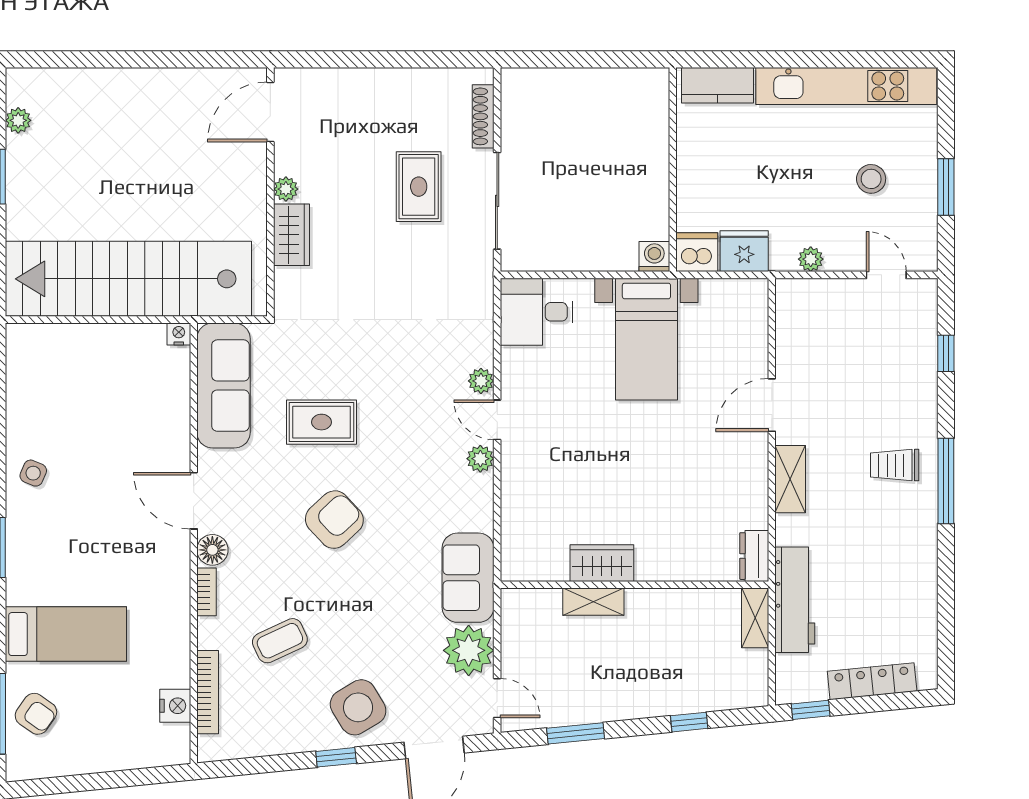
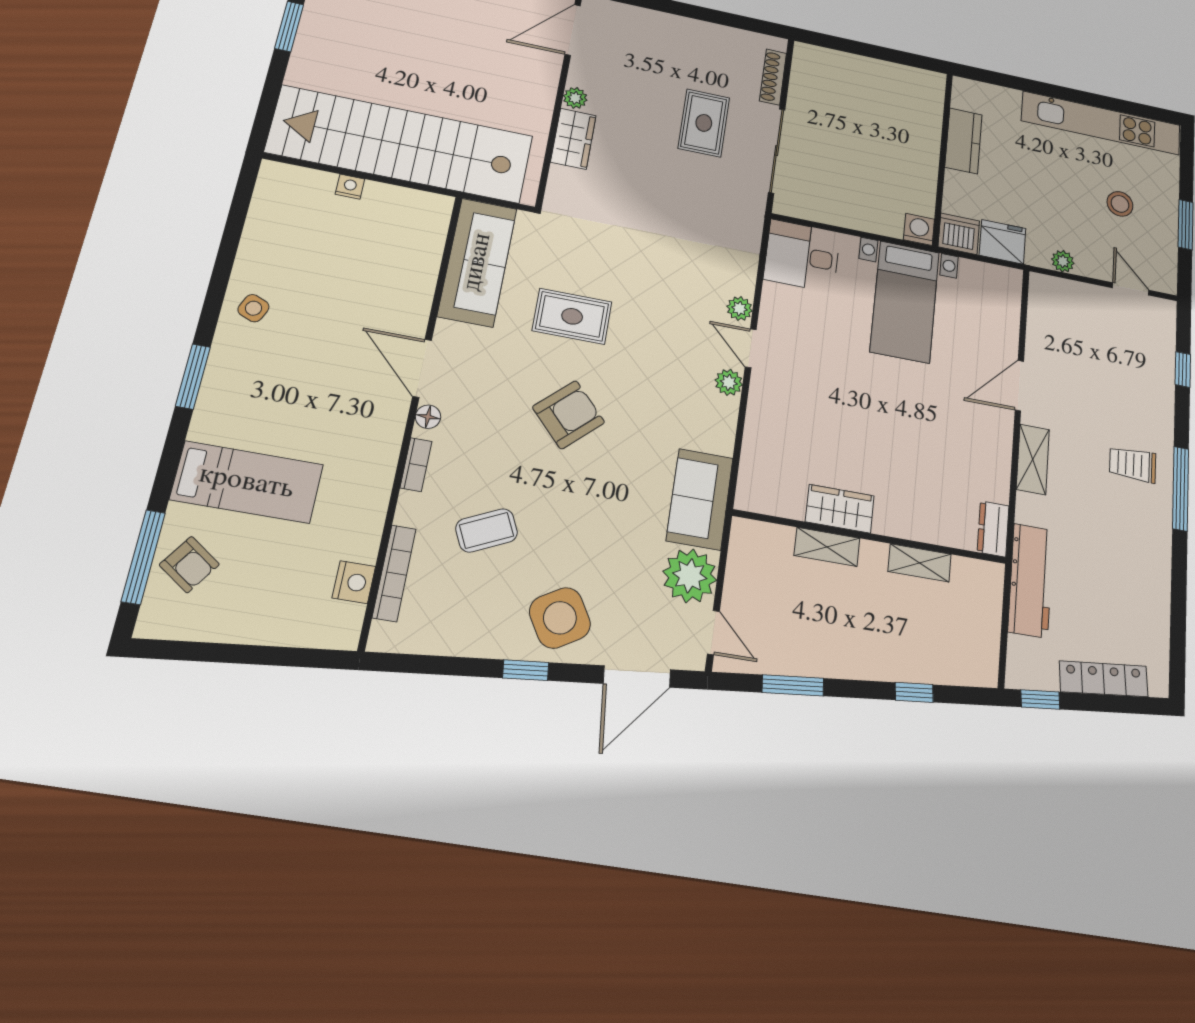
kitchen counter: (717, 85) -> (963, 141), moved, turned -90
nightstand: (179, 334) -> (350, 187), moved
floor lamp: (212, 550) -> (428, 417), width x0.73, depth x0.73
shelving: (755, 618) -> (920, 563), moved, turned 90

